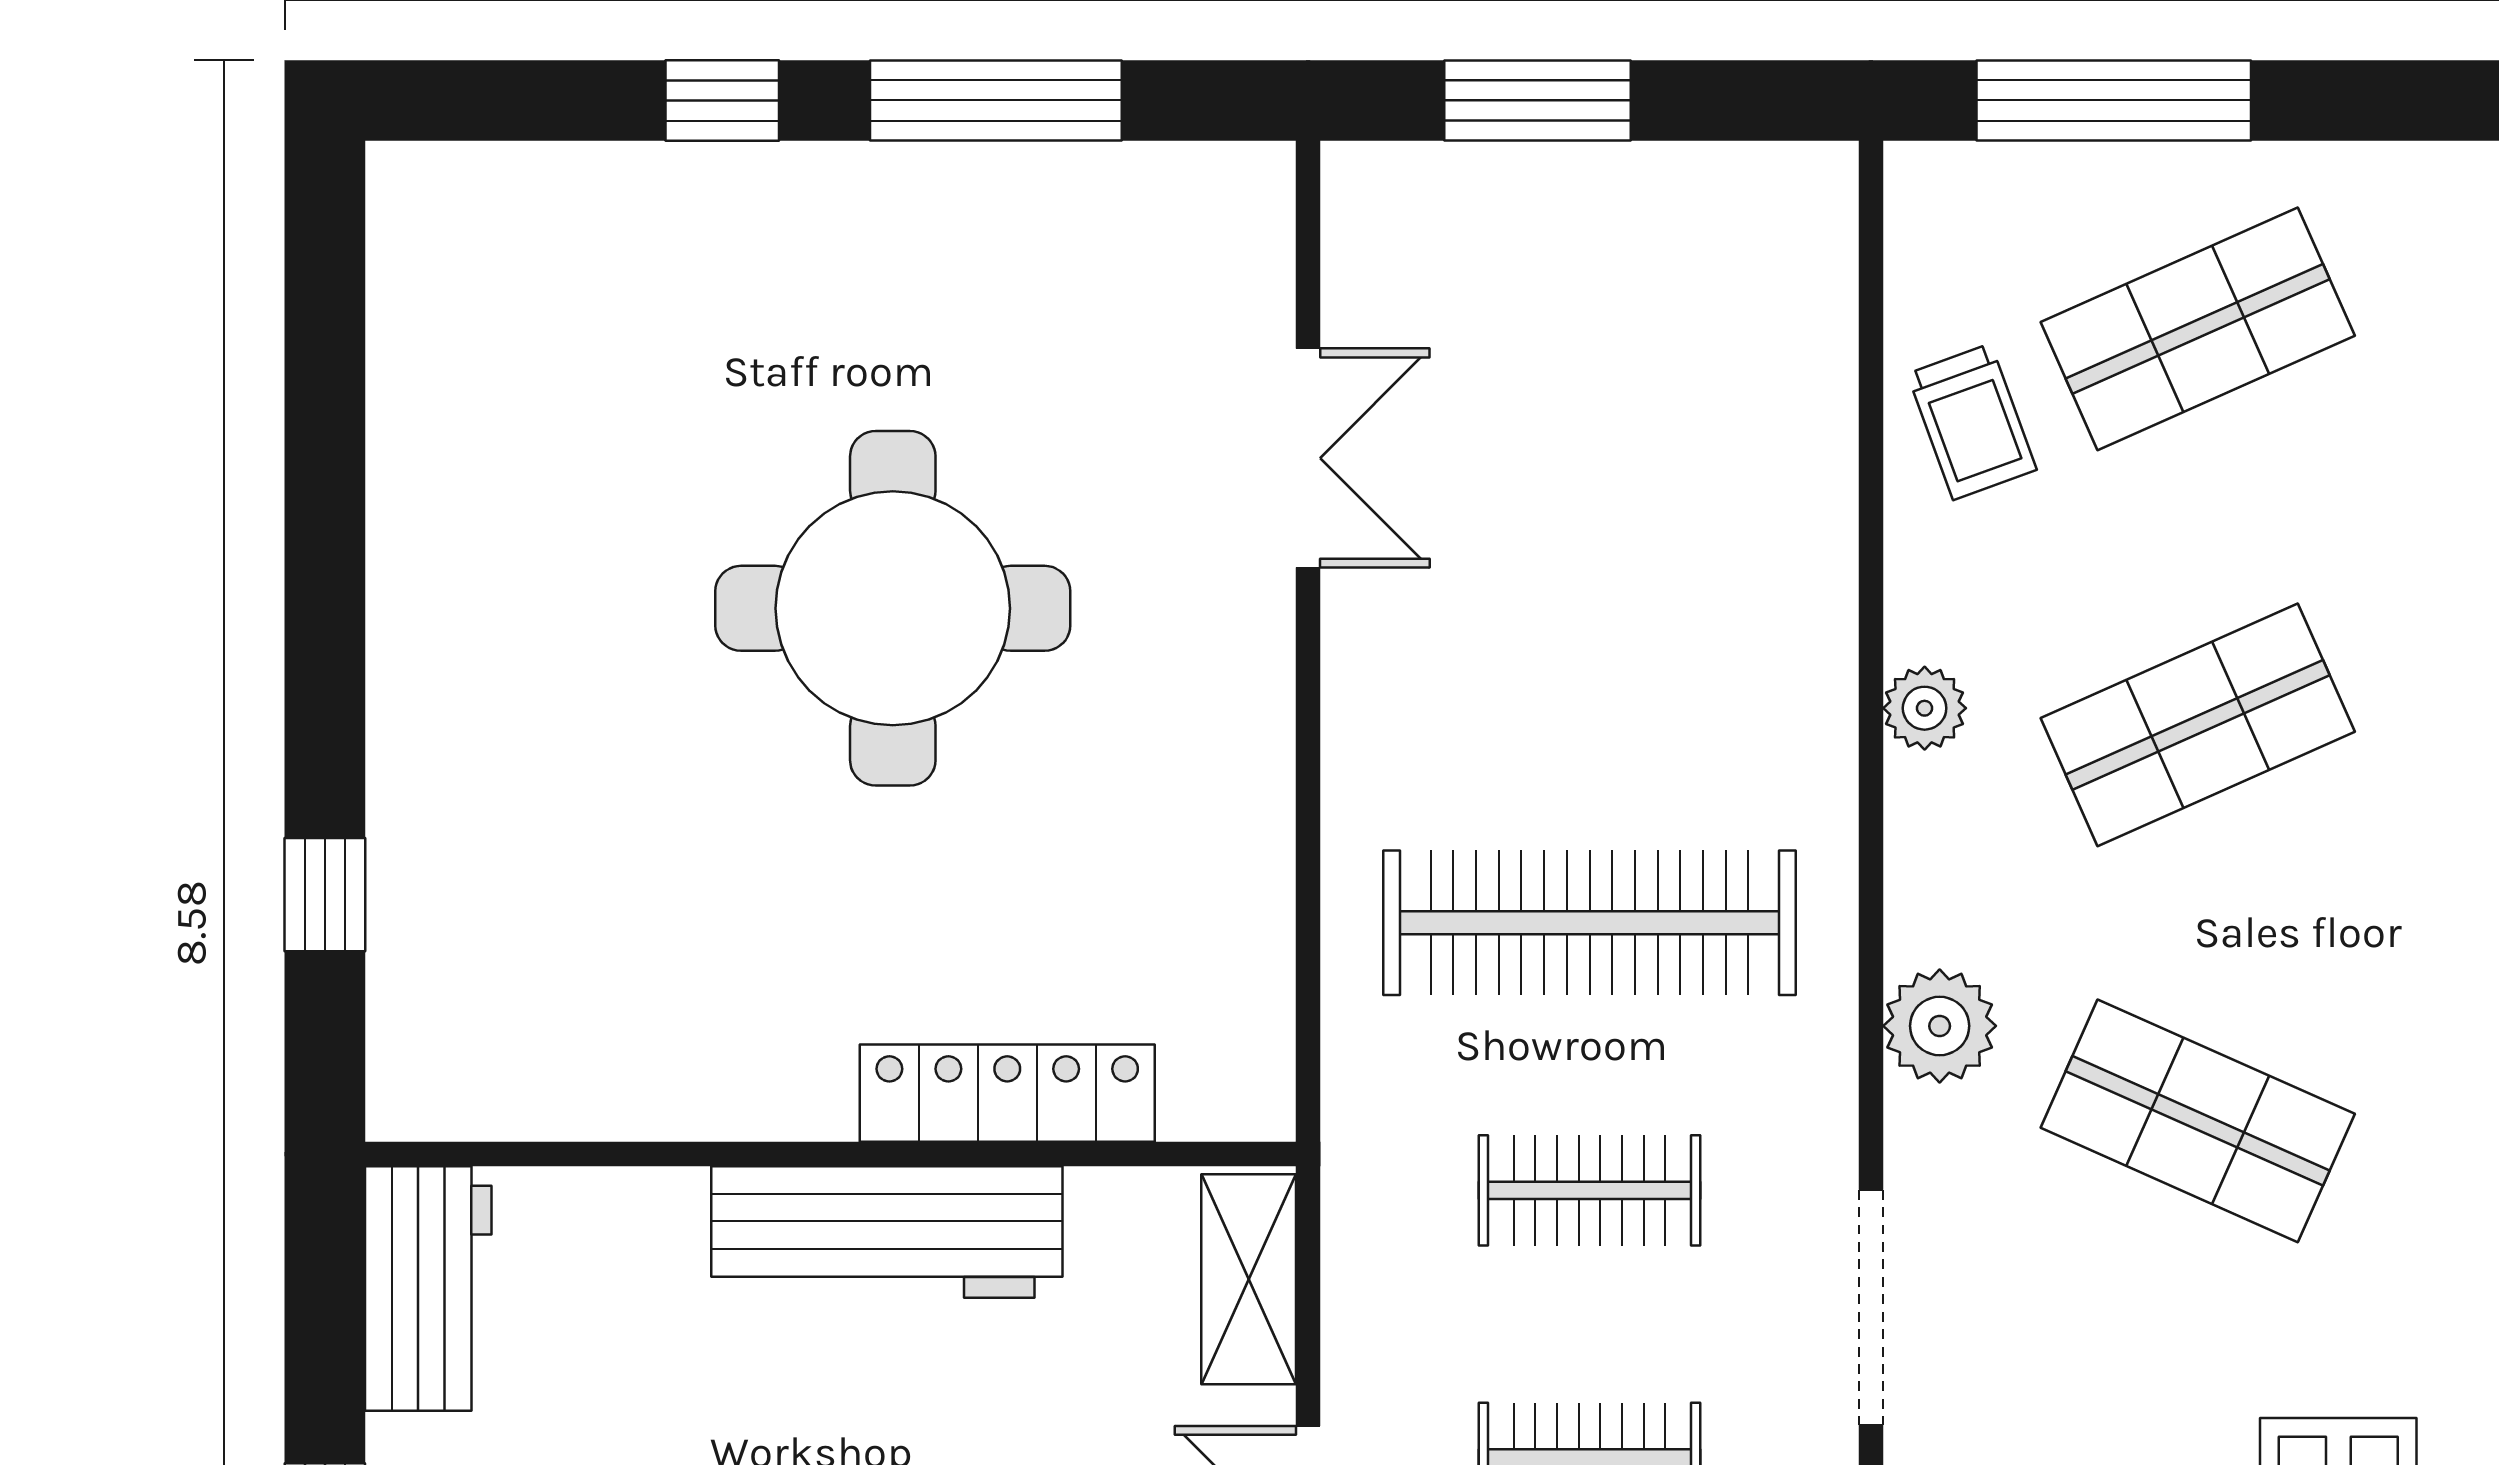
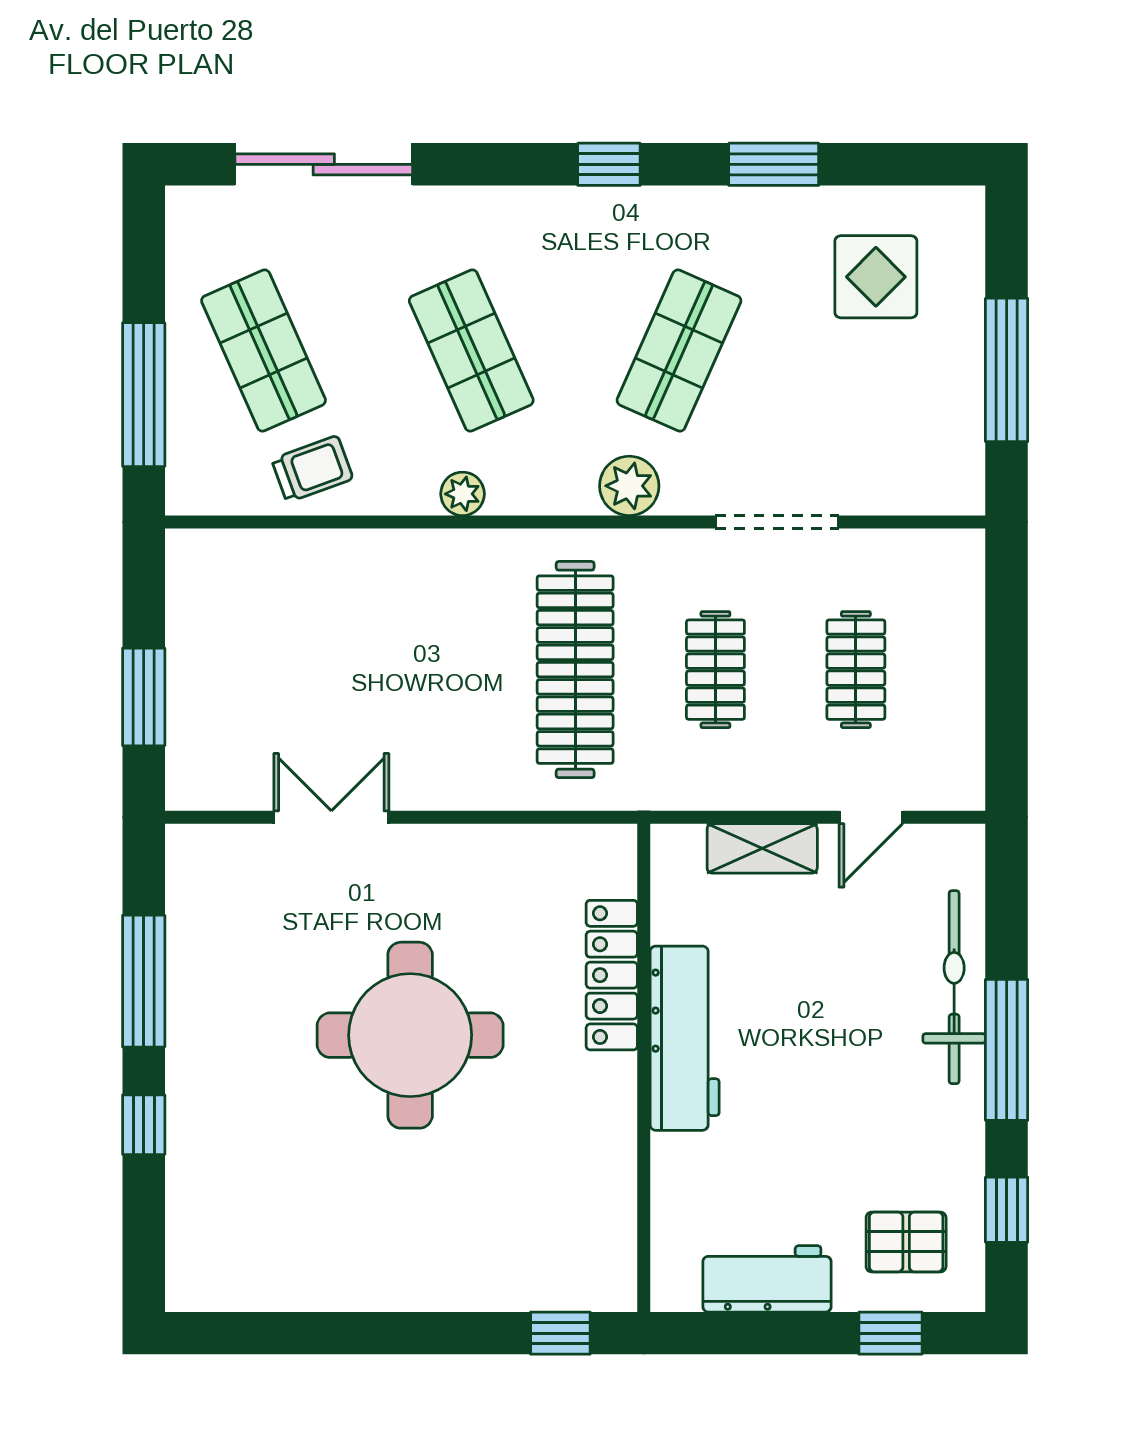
locker: (1007, 1093) -> (612, 975), moved
wall: (831, 1154) -> (644, 1068), moved
workbench: (887, 1232) -> (685, 1038), moved

